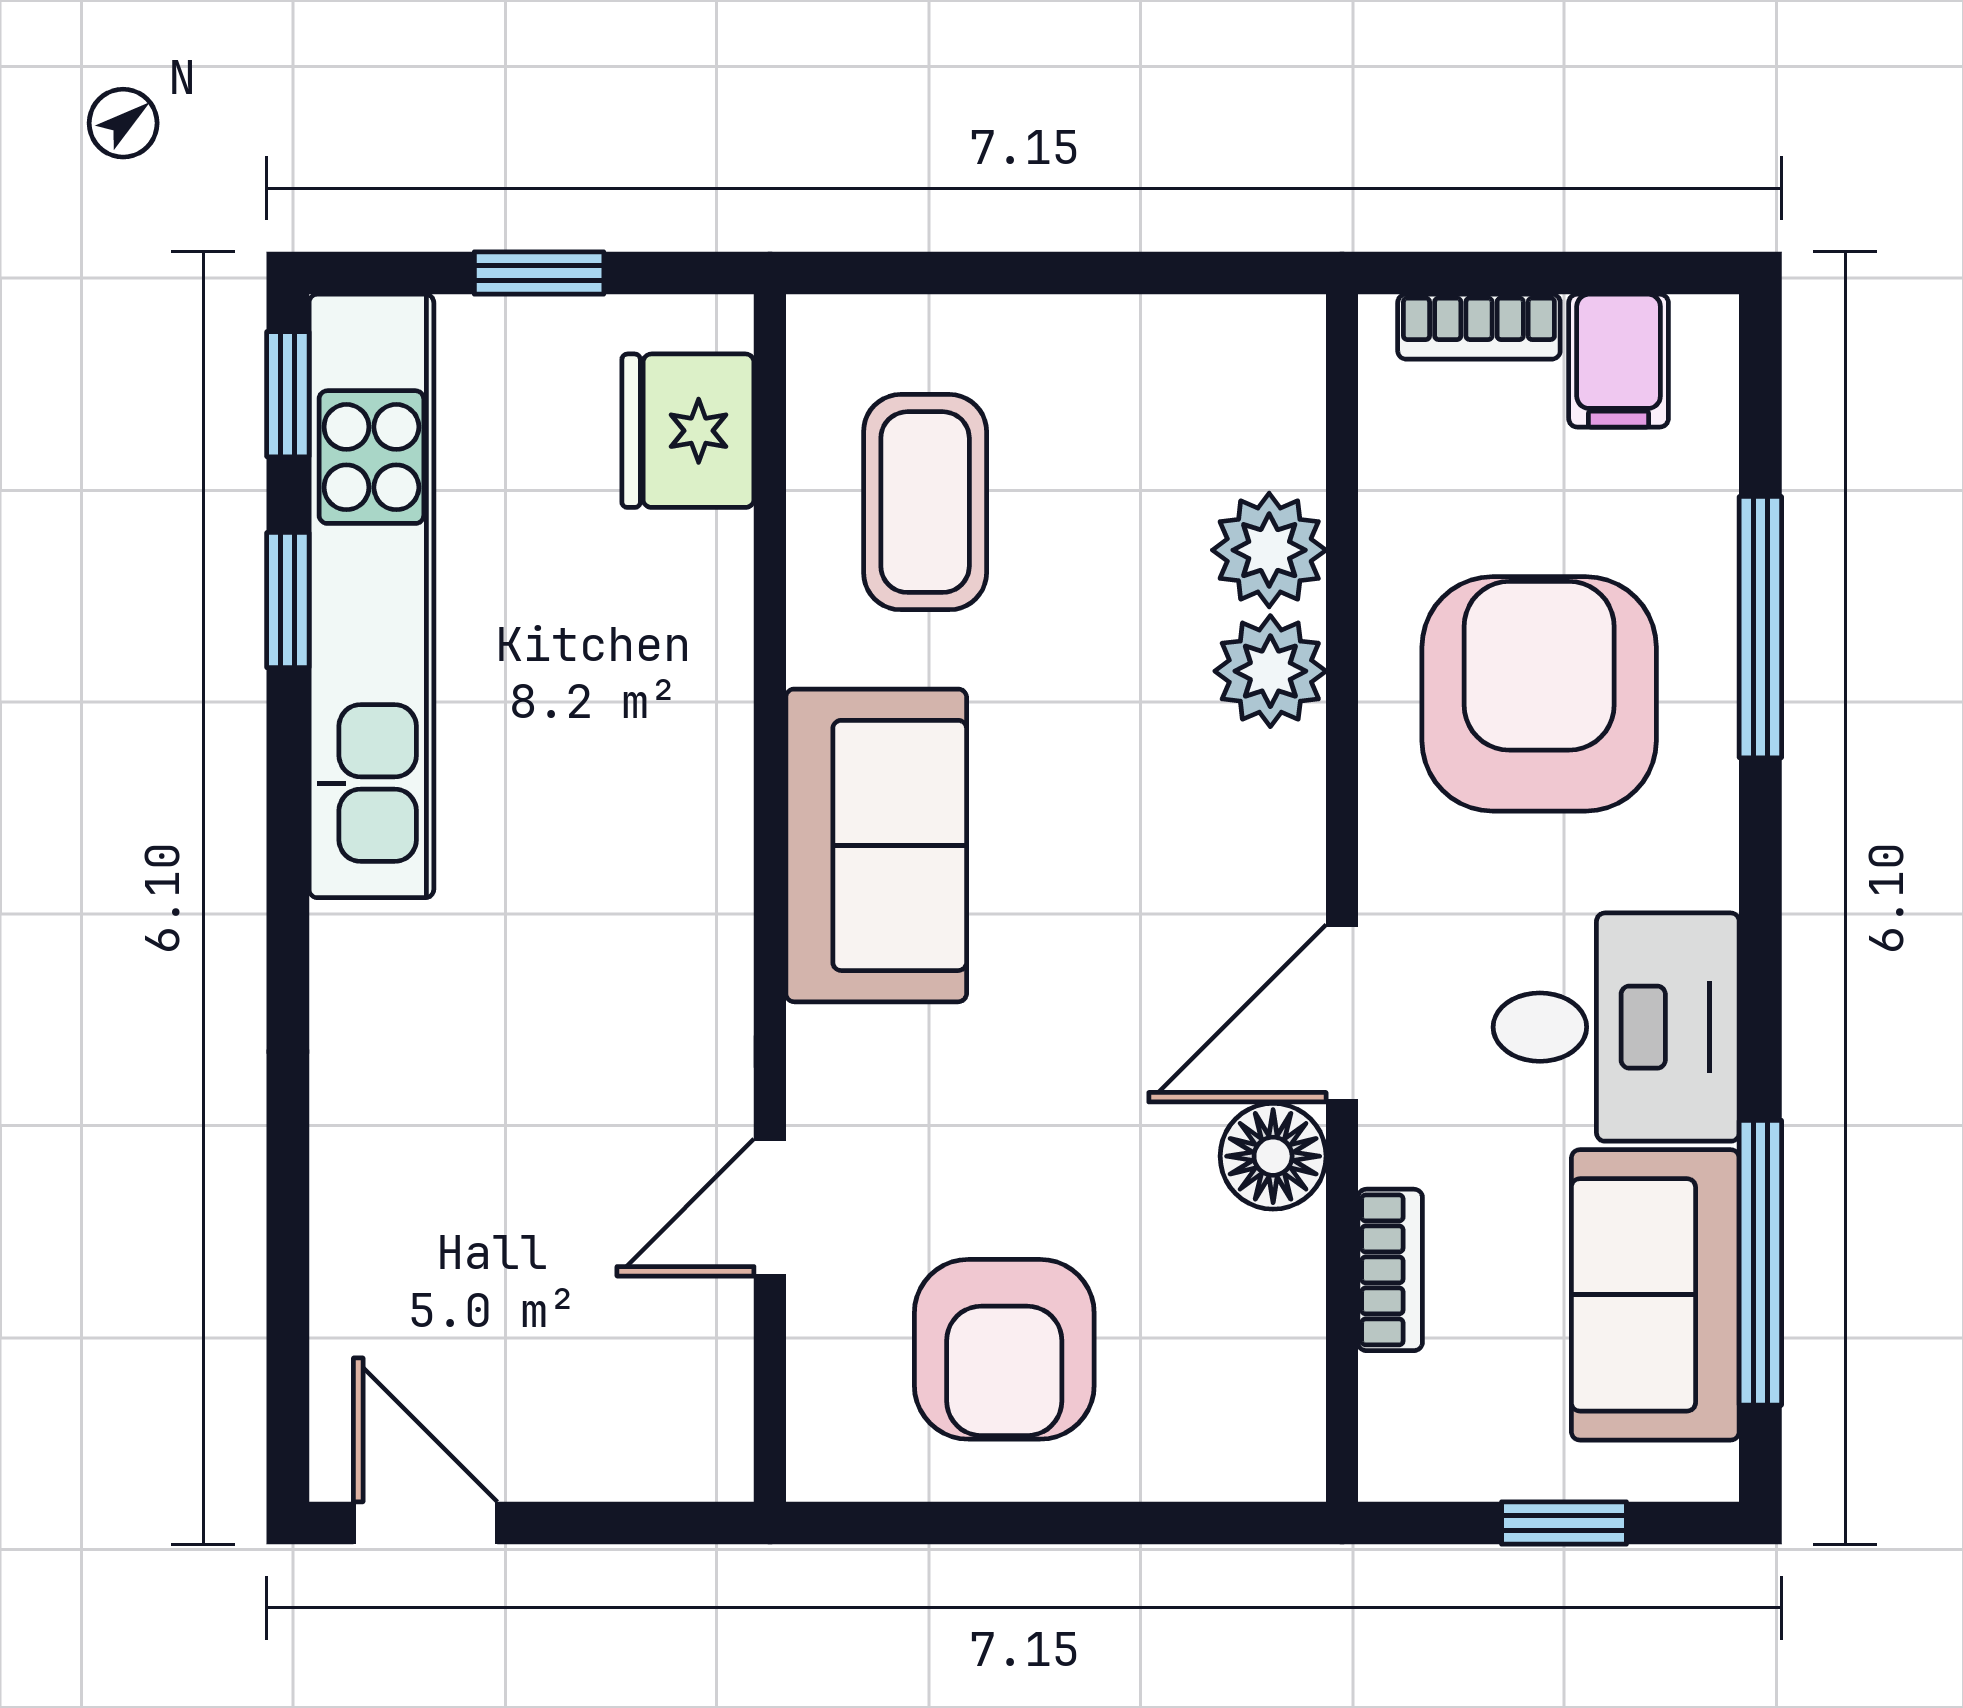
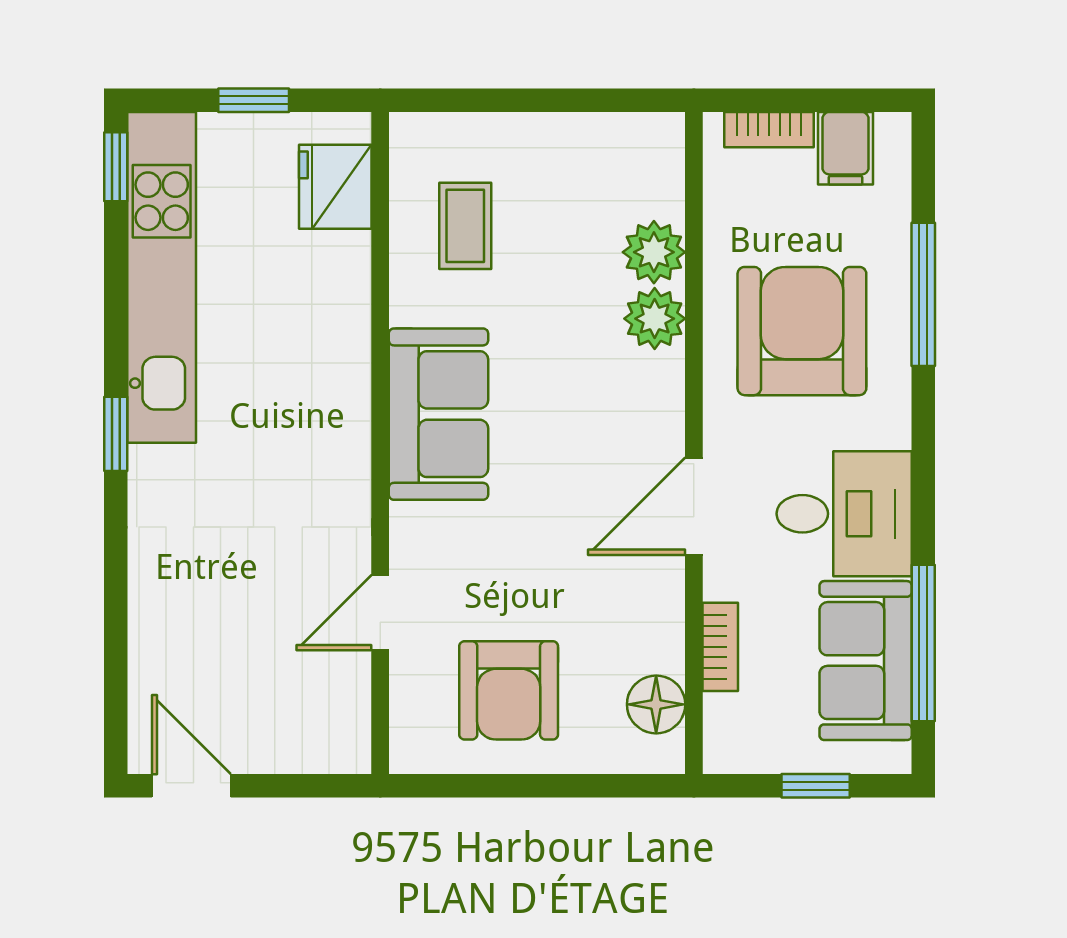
coffee table: (925, 502) -> (465, 226), width x0.73, depth x0.77
window: (288, 600) -> (116, 434), moved
floor lamp: (1273, 1156) -> (656, 704), moved

